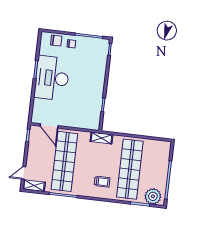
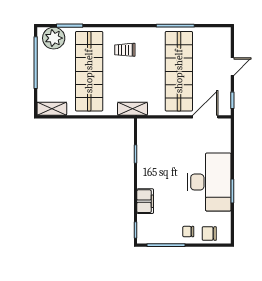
filing cabinet: (100, 70) -> (145, 201), added
door: (49, 126) -> (205, 117), hinge flipped
door: (24, 173) -> (232, 67), moved
shelving: (34, 186) -> (52, 109), moved

